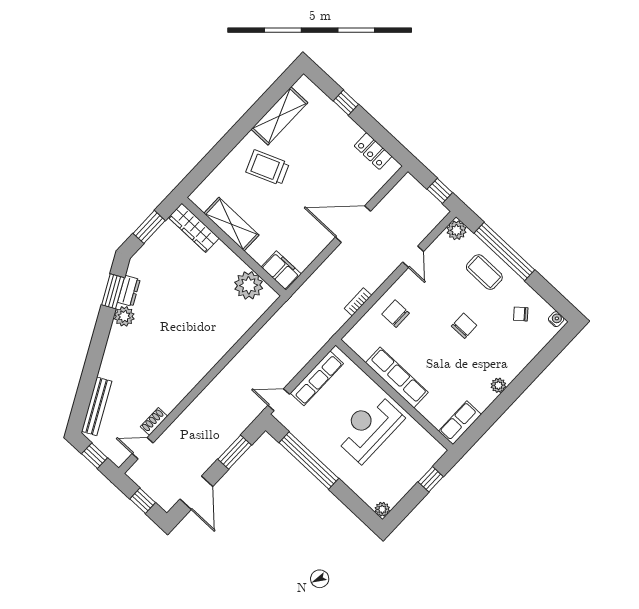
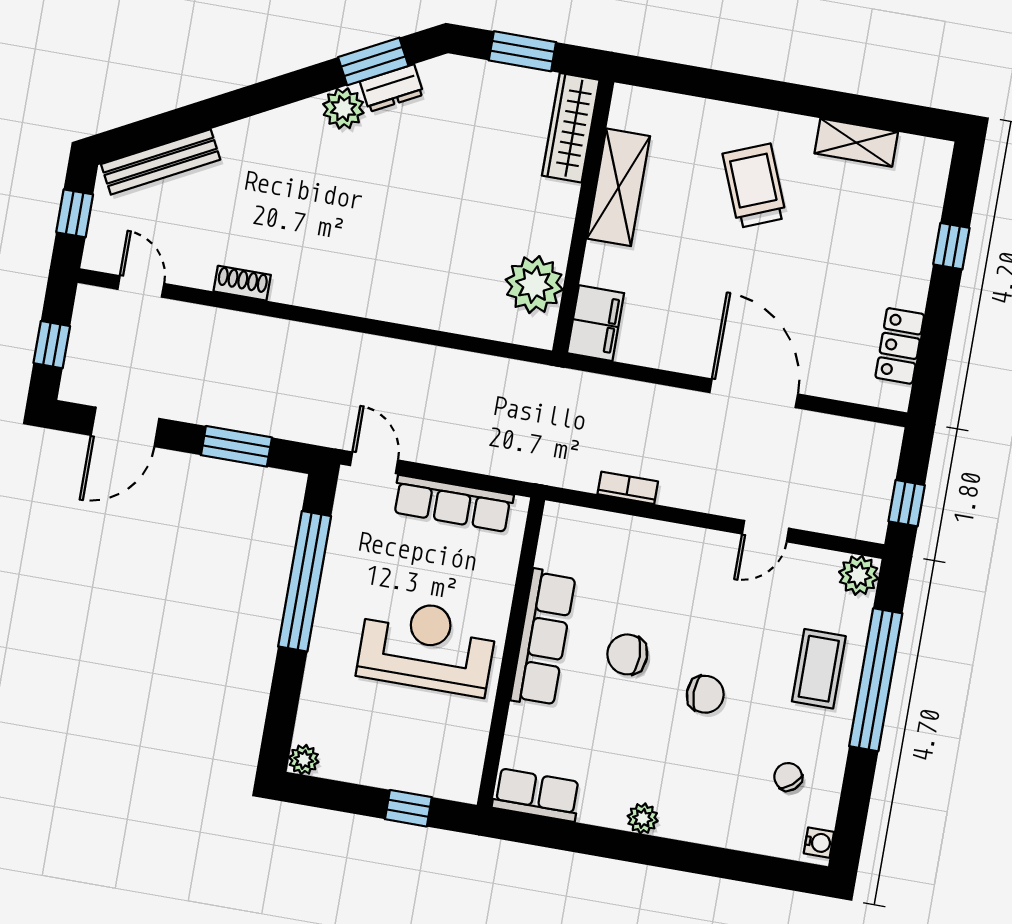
shelving: (279, 116) -> (856, 143), width x0.67, depth x0.75
chair: (396, 314) -> (627, 654), moved, turned -90
shoe rack: (154, 421) -> (242, 283), moved

